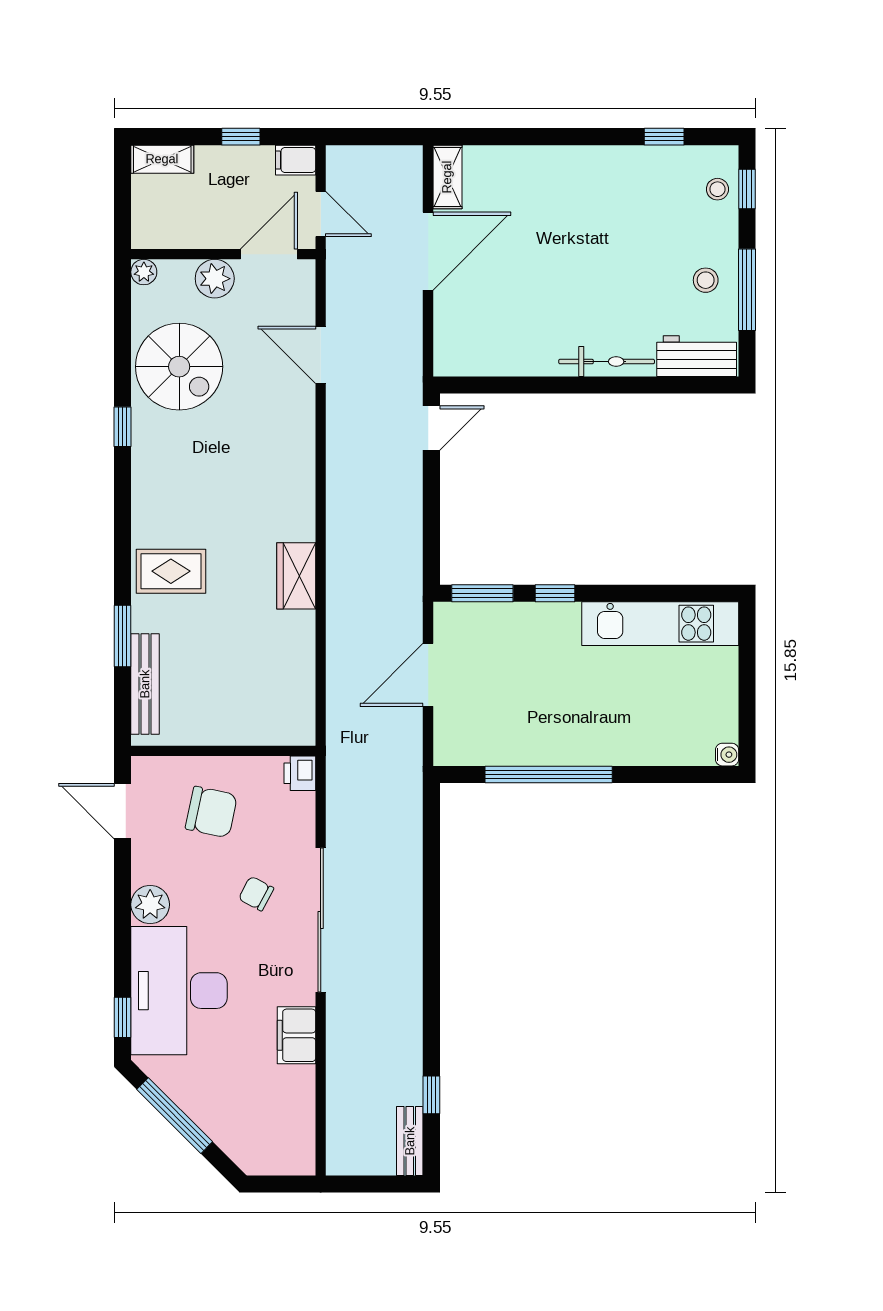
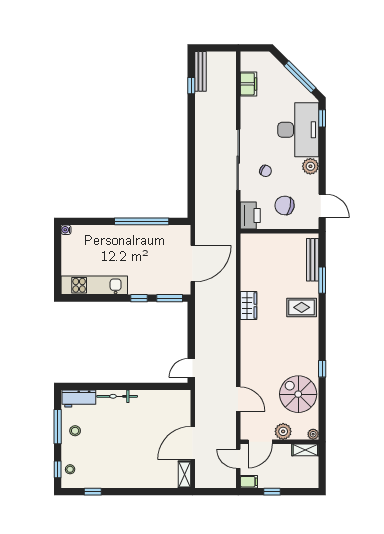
shelving: (162, 159) -> (305, 450), moved
door: (428, 675) -> (193, 264), width x1.36
printer: (300, 773) -> (250, 215), width x1.87, depth x1.48
filing cabinet: (296, 1035) -> (248, 84), moved
bench: (410, 1141) -> (200, 71), width x1.36

